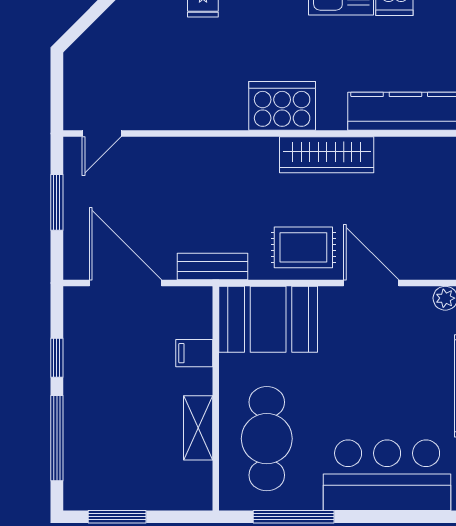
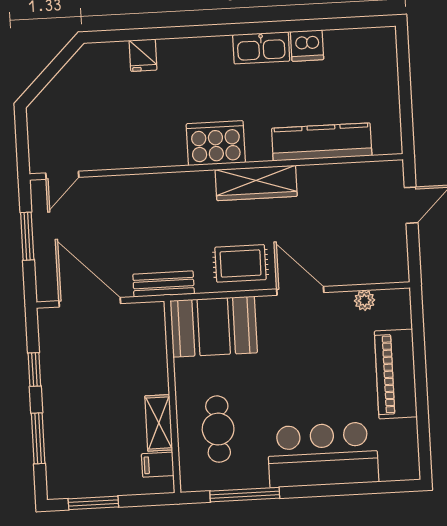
filing cabinet: (194, 353) -> (158, 465), moved
window: (57, 438) -> (38, 438), width x0.69
cafe table: (267, 439) -> (218, 429), width x0.73, depth x0.74

